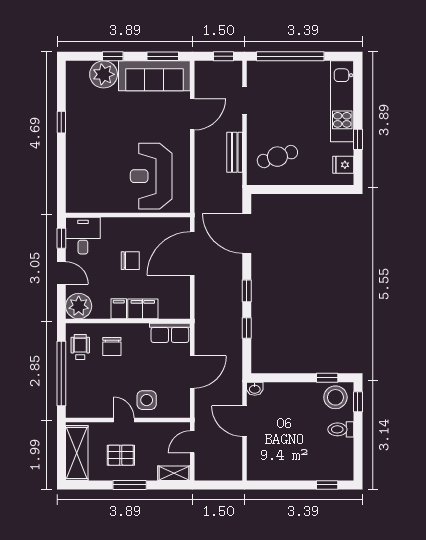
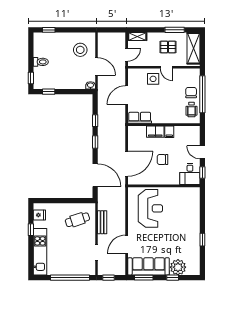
plant: (79, 306) -> (192, 133), removed
chair: (112, 346) -> (191, 93), moved
stool: (335, 397) -> (80, 50), moved
window: (130, 485) -> (175, 30), moved

